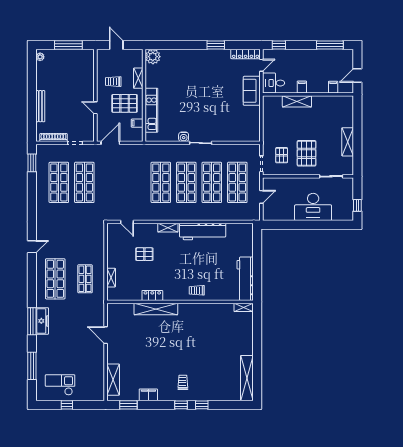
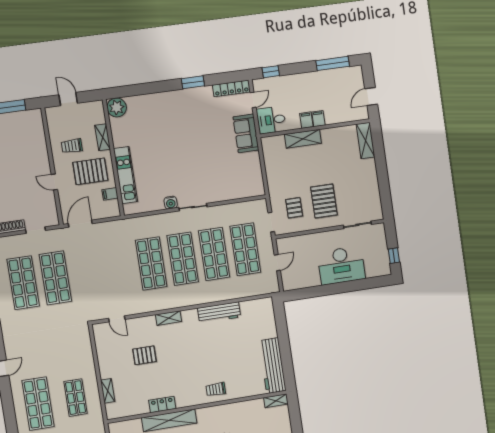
filing cabinet: (333, 87) -> (318, 119), moved
shelving: (348, 142) -> (366, 140), moved
workbench: (203, 231) -> (219, 312), width x0.73, depth x0.76

